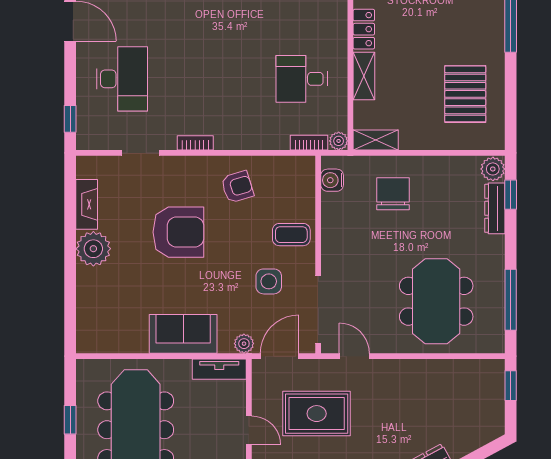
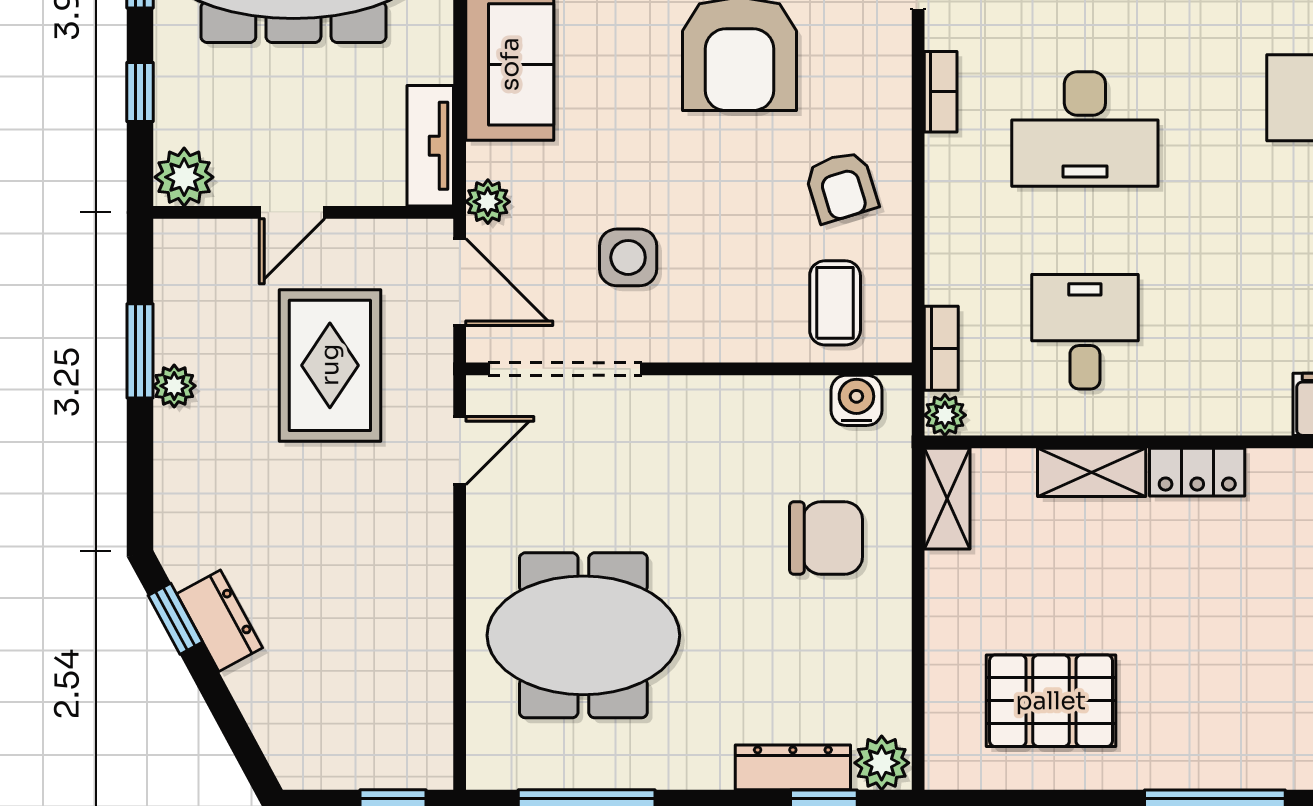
desk: (212, 79) -> (1085, 129), added
coffee table: (291, 235) -> (835, 303), moved

